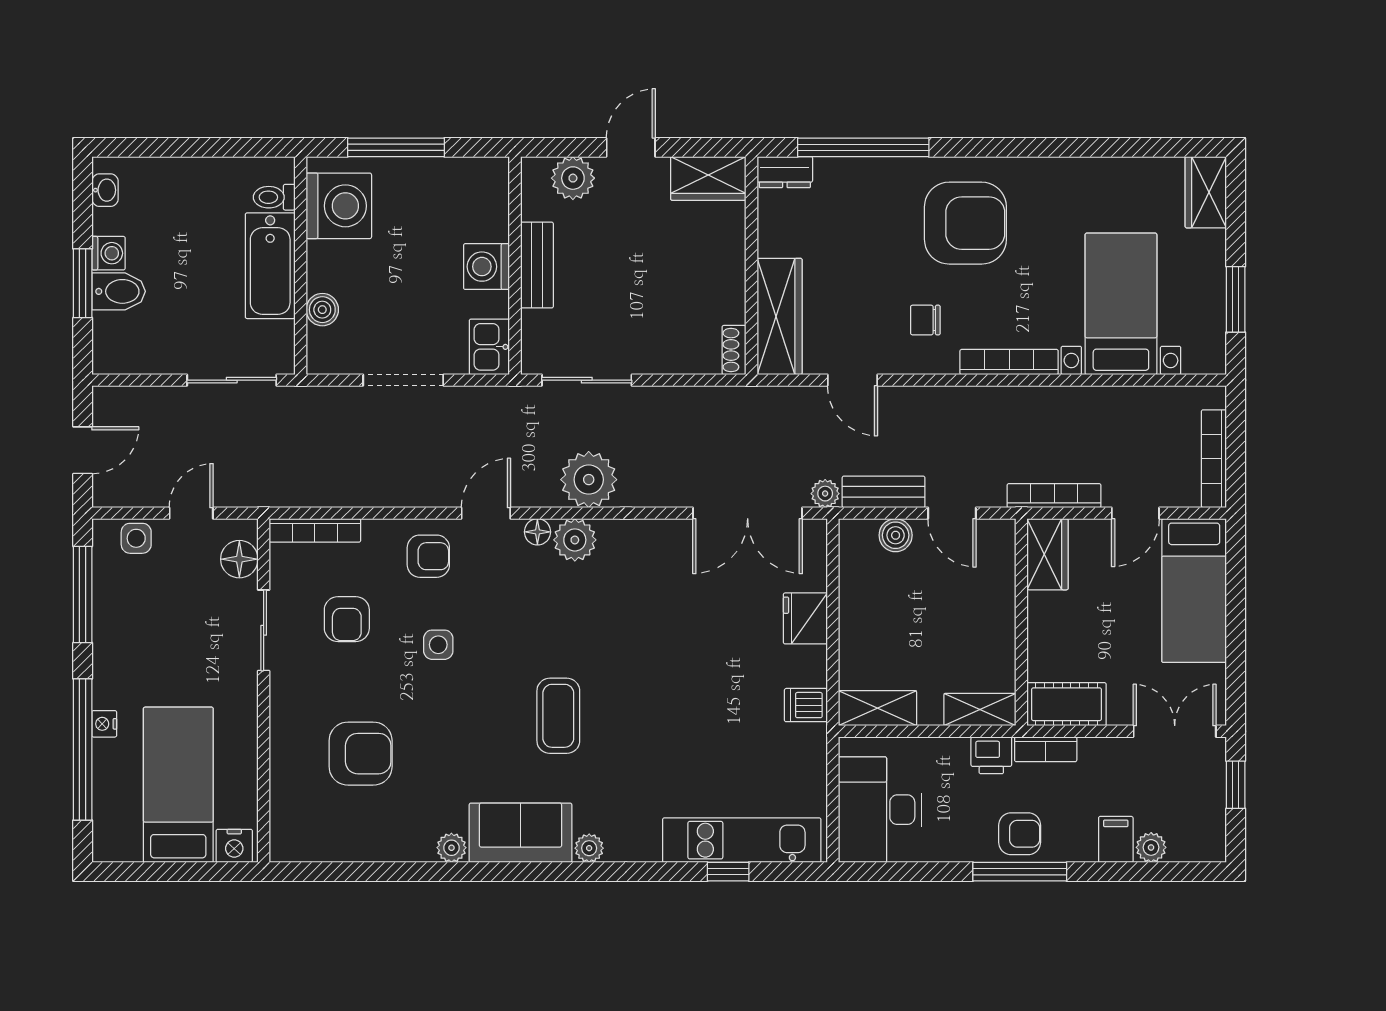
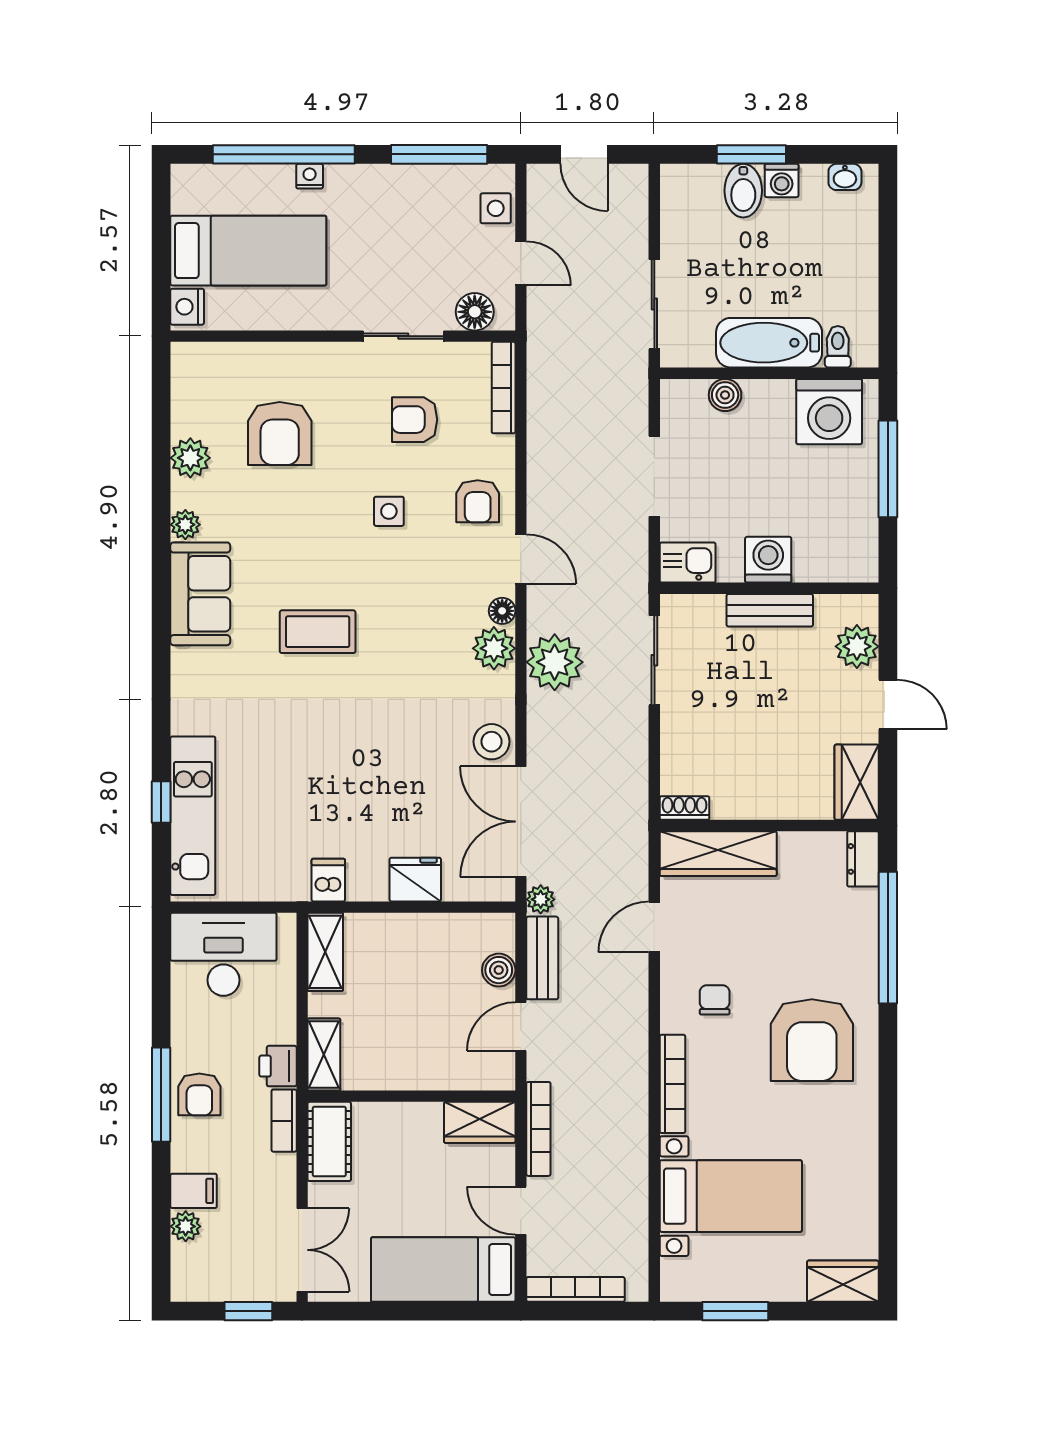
stool: (668, 542) -> (492, 742), added
plant: (589, 848) -> (190, 458), moved, width x1.38, depth x1.38

